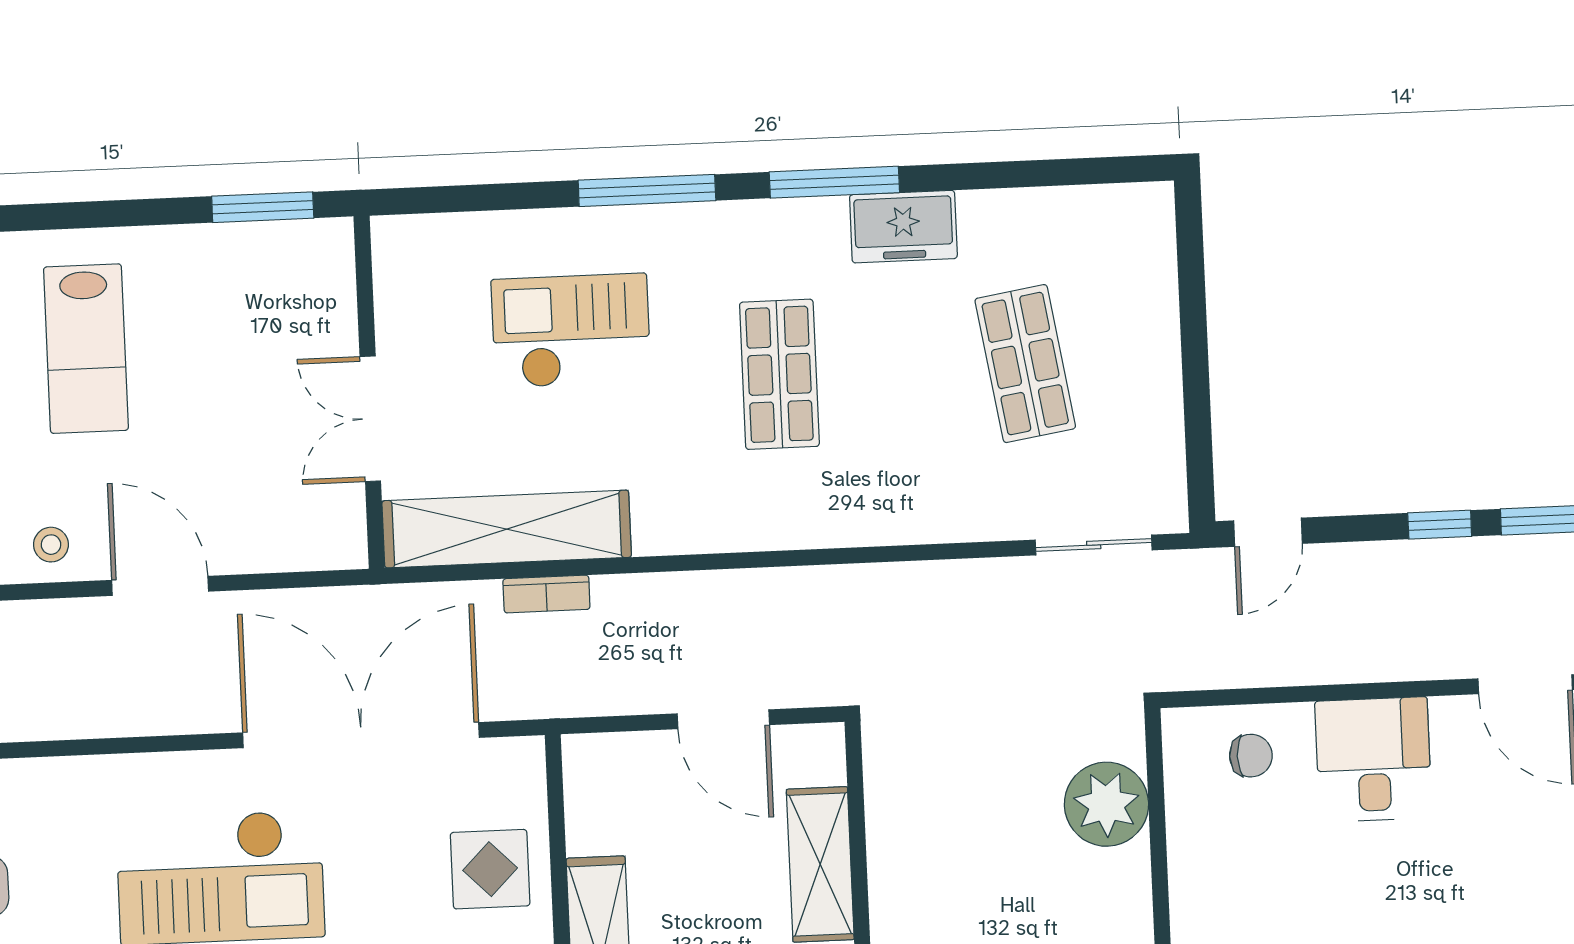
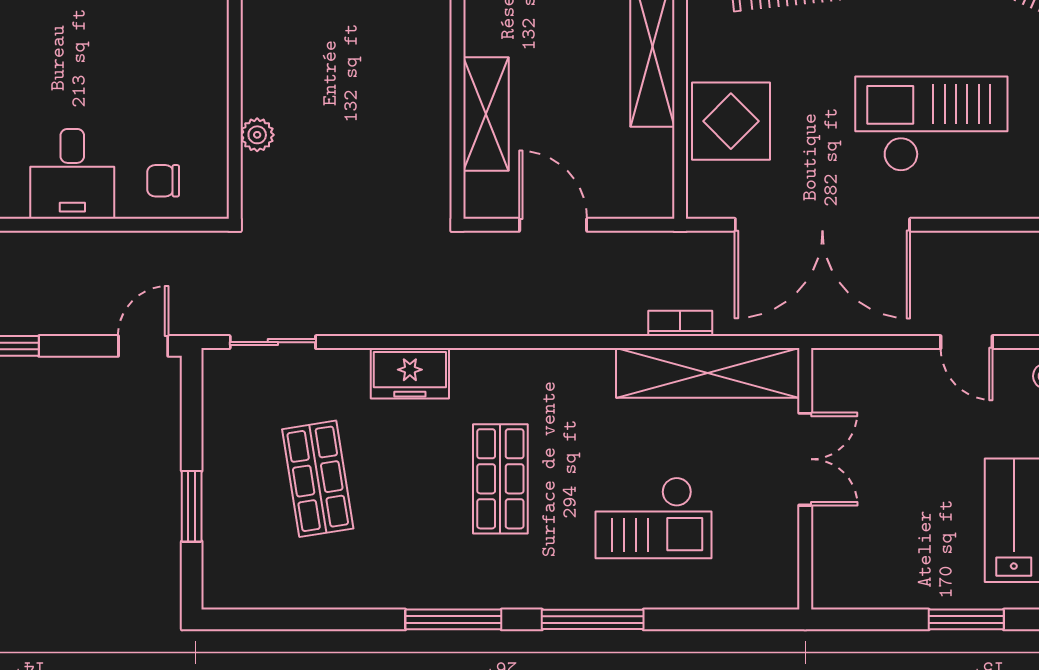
window: (263, 207) -> (966, 619), moved
freezer: (903, 227) -> (410, 373), moved, turned 180
window: (1193, 319) -> (192, 506), added
door: (160, 586) -> (967, 342), width x0.73
plant: (1106, 804) -> (257, 135), width x0.53, depth x0.53
display table: (490, 869) -> (731, 121), width x1.36, depth x1.36

